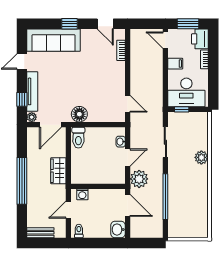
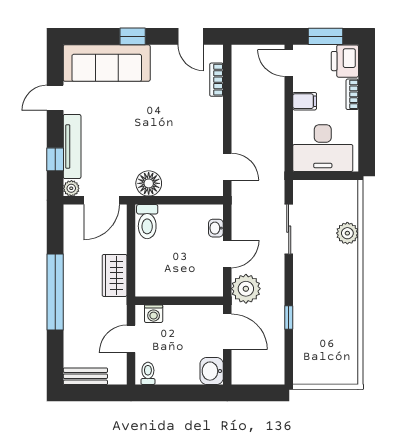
window: (182, 109) -> (315, 176), removed
plant: (201, 157) -> (347, 233), moved
window: (165, 197) -> (289, 318), width x0.32

